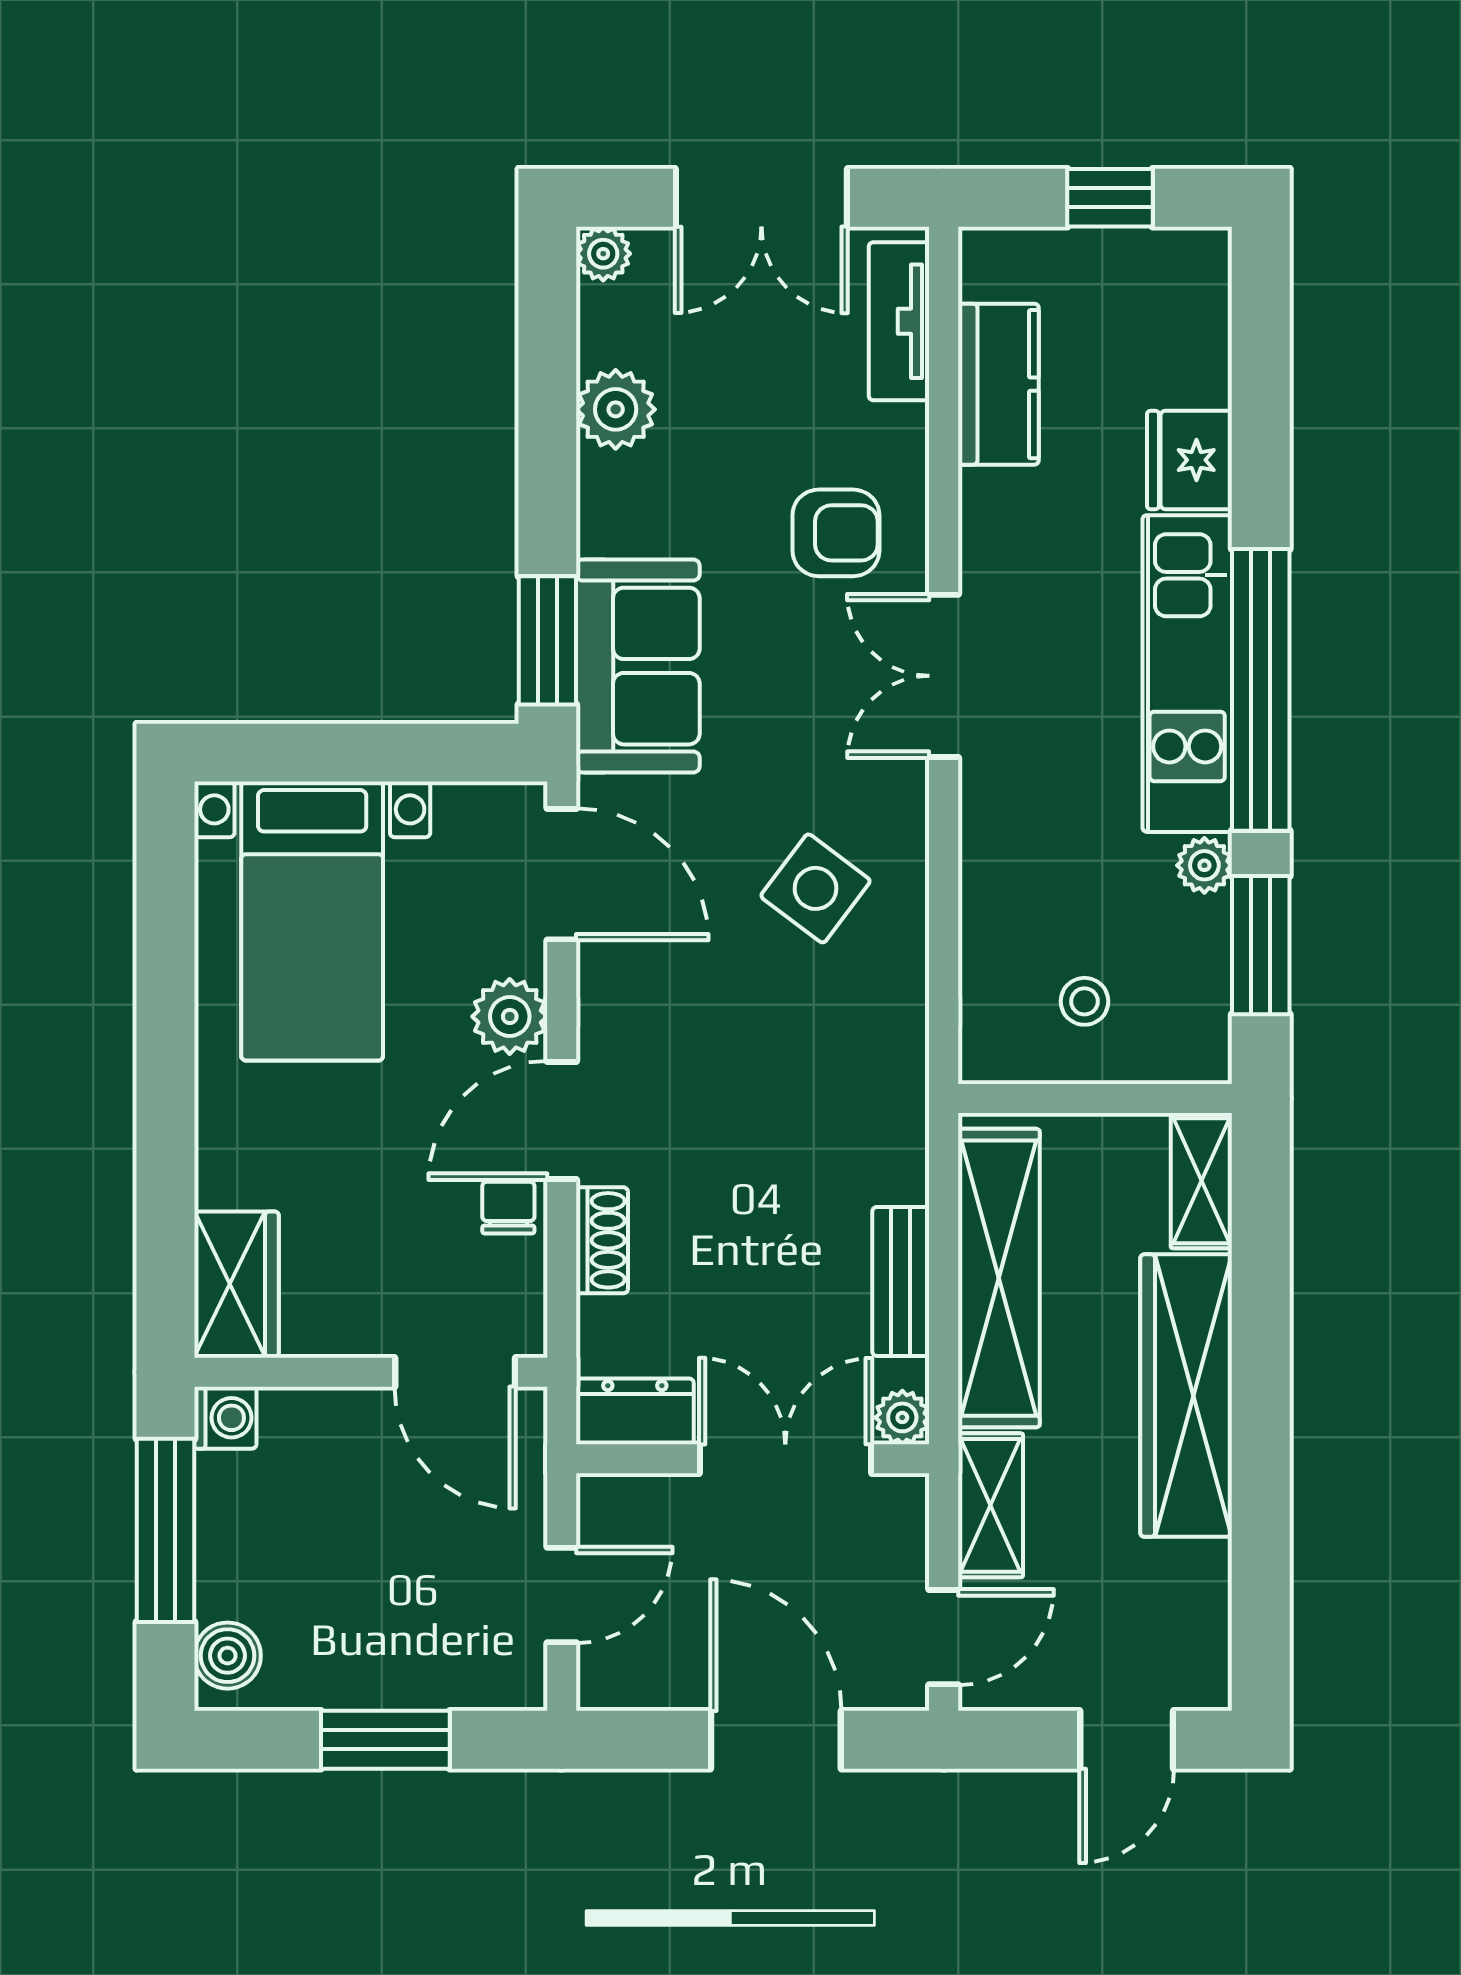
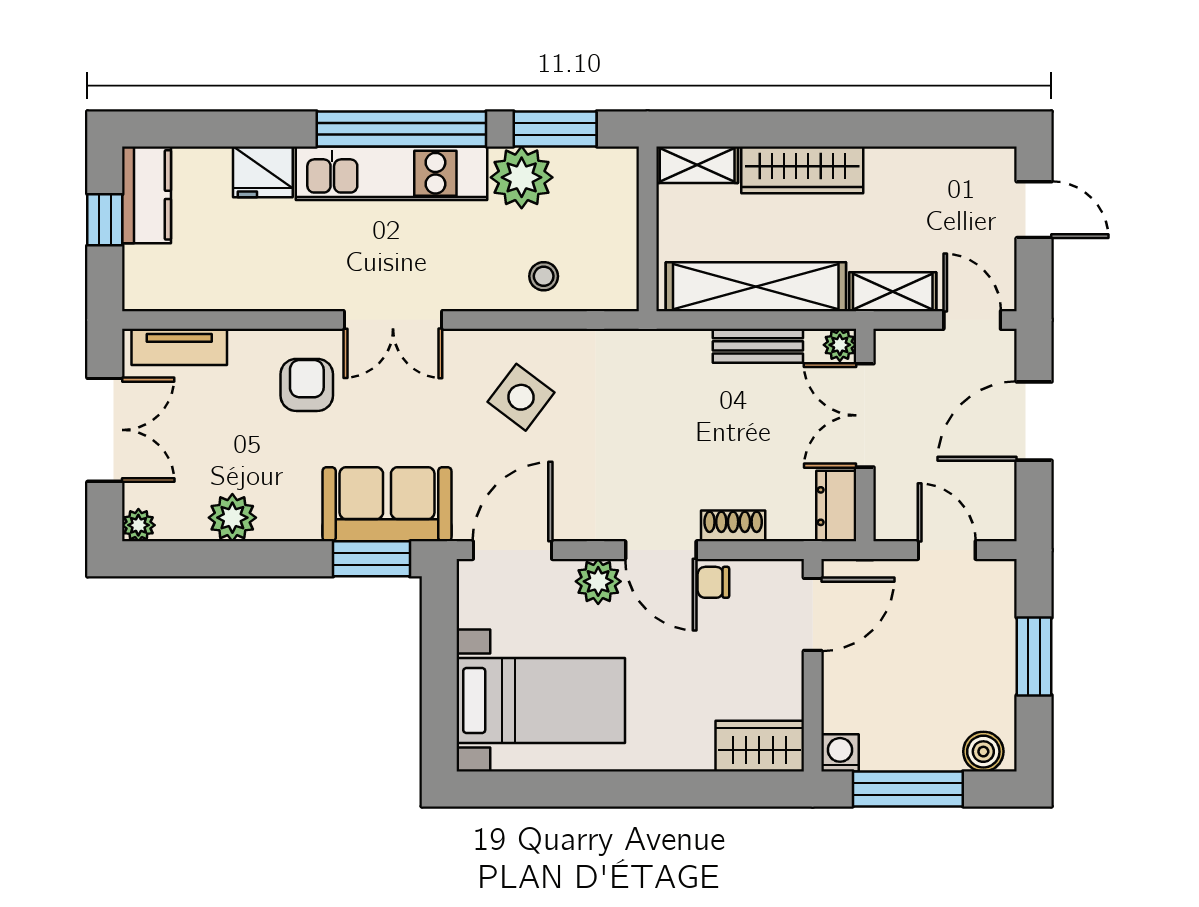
kitchen counter: (998, 384) -> (147, 195), moved, turned 90
plant: (1204, 865) -> (522, 177), width x1.87, depth x1.87
stool: (1084, 1001) -> (544, 276), moved
wardrobe: (1186, 1396) -> (802, 170), width x0.71, depth x0.85

